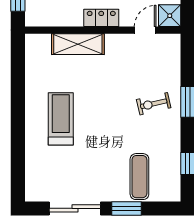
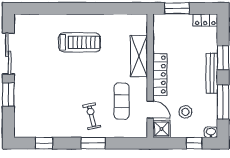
locker: (101, 18) -> (160, 75), width x1.53
exercise mat: (139, 177) -> (122, 101), moved, turned 90

